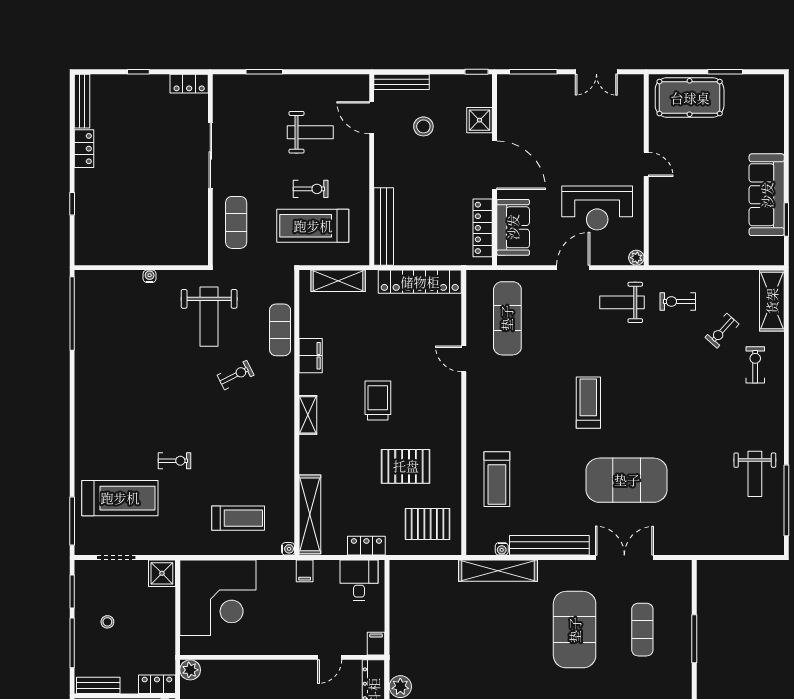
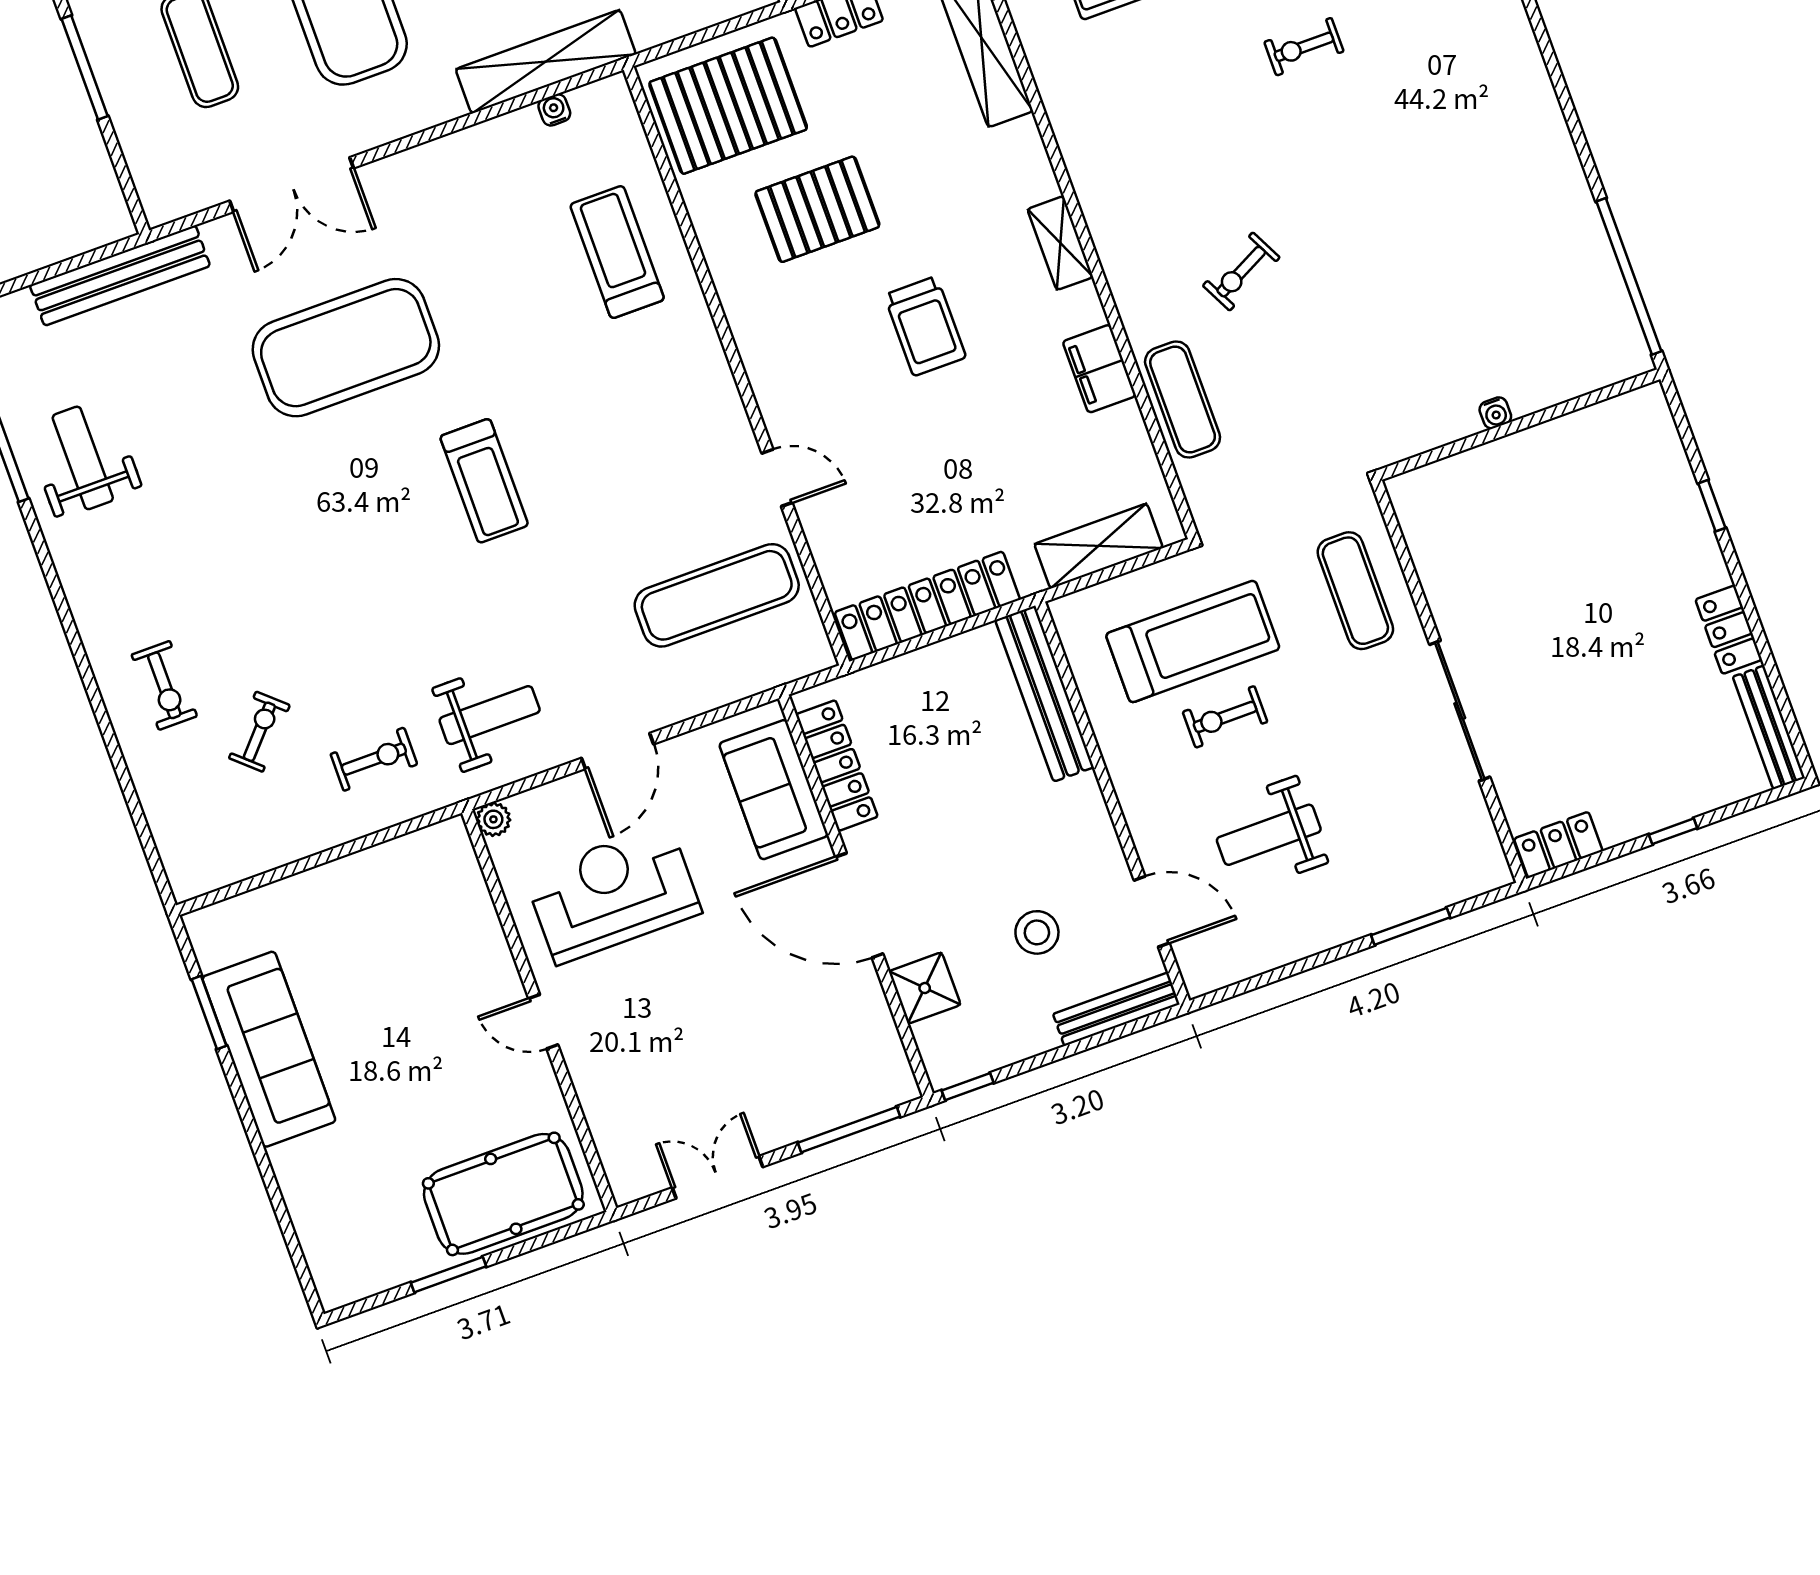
shelving: (772, 301) -> (178, 832), removed
weight bench: (209, 317) -> (1341, 374), removed
exercise mat: (507, 318) -> (717, 595), turned 90
pallet: (427, 524) -> (728, 106), width x1.37, depth x1.41
bench: (549, 545) -> (120, 275), moved

